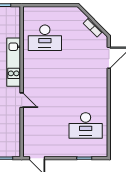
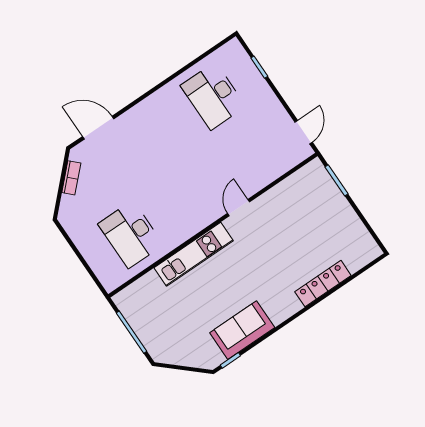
desk: (45, 38) -> (131, 234), turned 180
desk: (86, 126) -> (213, 96), turned 180

